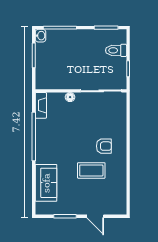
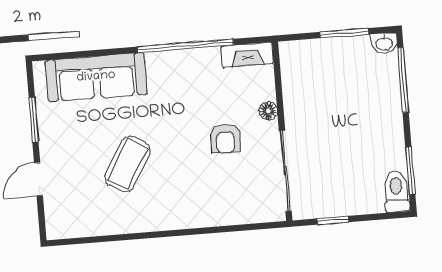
toilet: (116, 50) -> (396, 191), moved
armchair: (104, 146) -> (225, 138), moved
coffee table: (91, 170) -> (128, 164), turned 31
sofa: (46, 183) -> (96, 77), width x1.36

